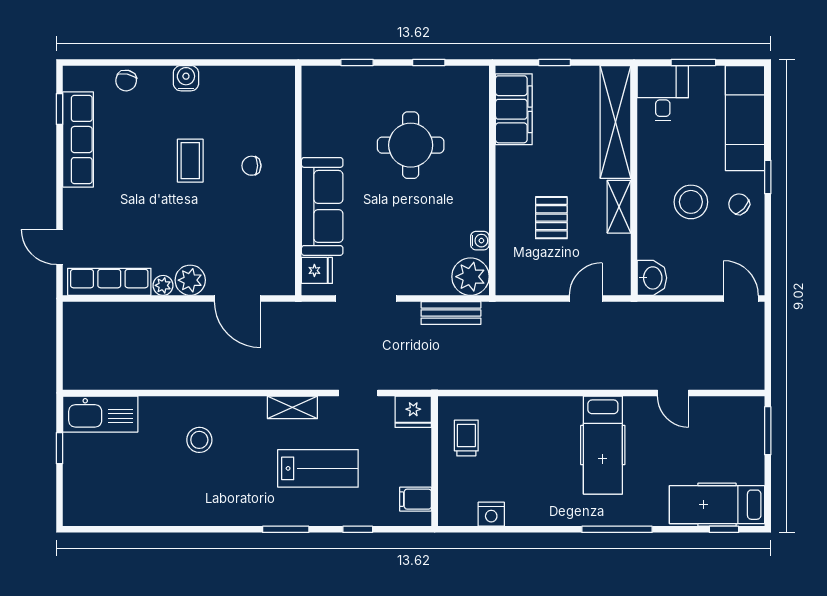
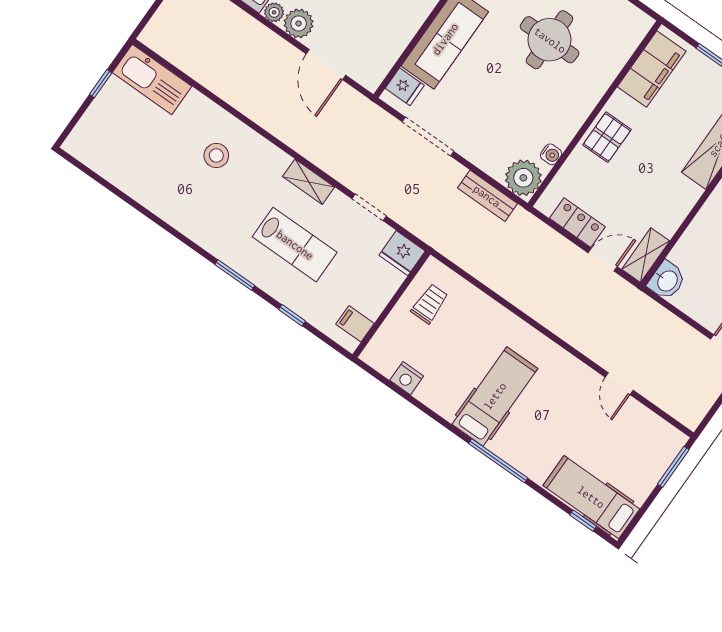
shelving: (619, 207) -> (646, 255), moved
pallet: (551, 218) -> (607, 137), moved
locker: (542, 282) -> (577, 223), added
hospital bed: (603, 445) -> (495, 396), moved, turned 180

